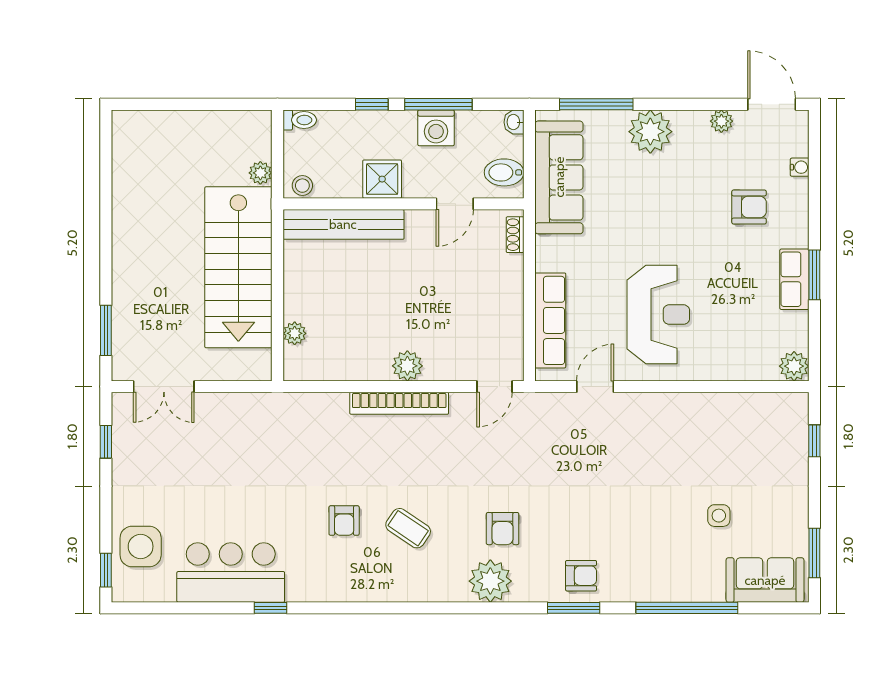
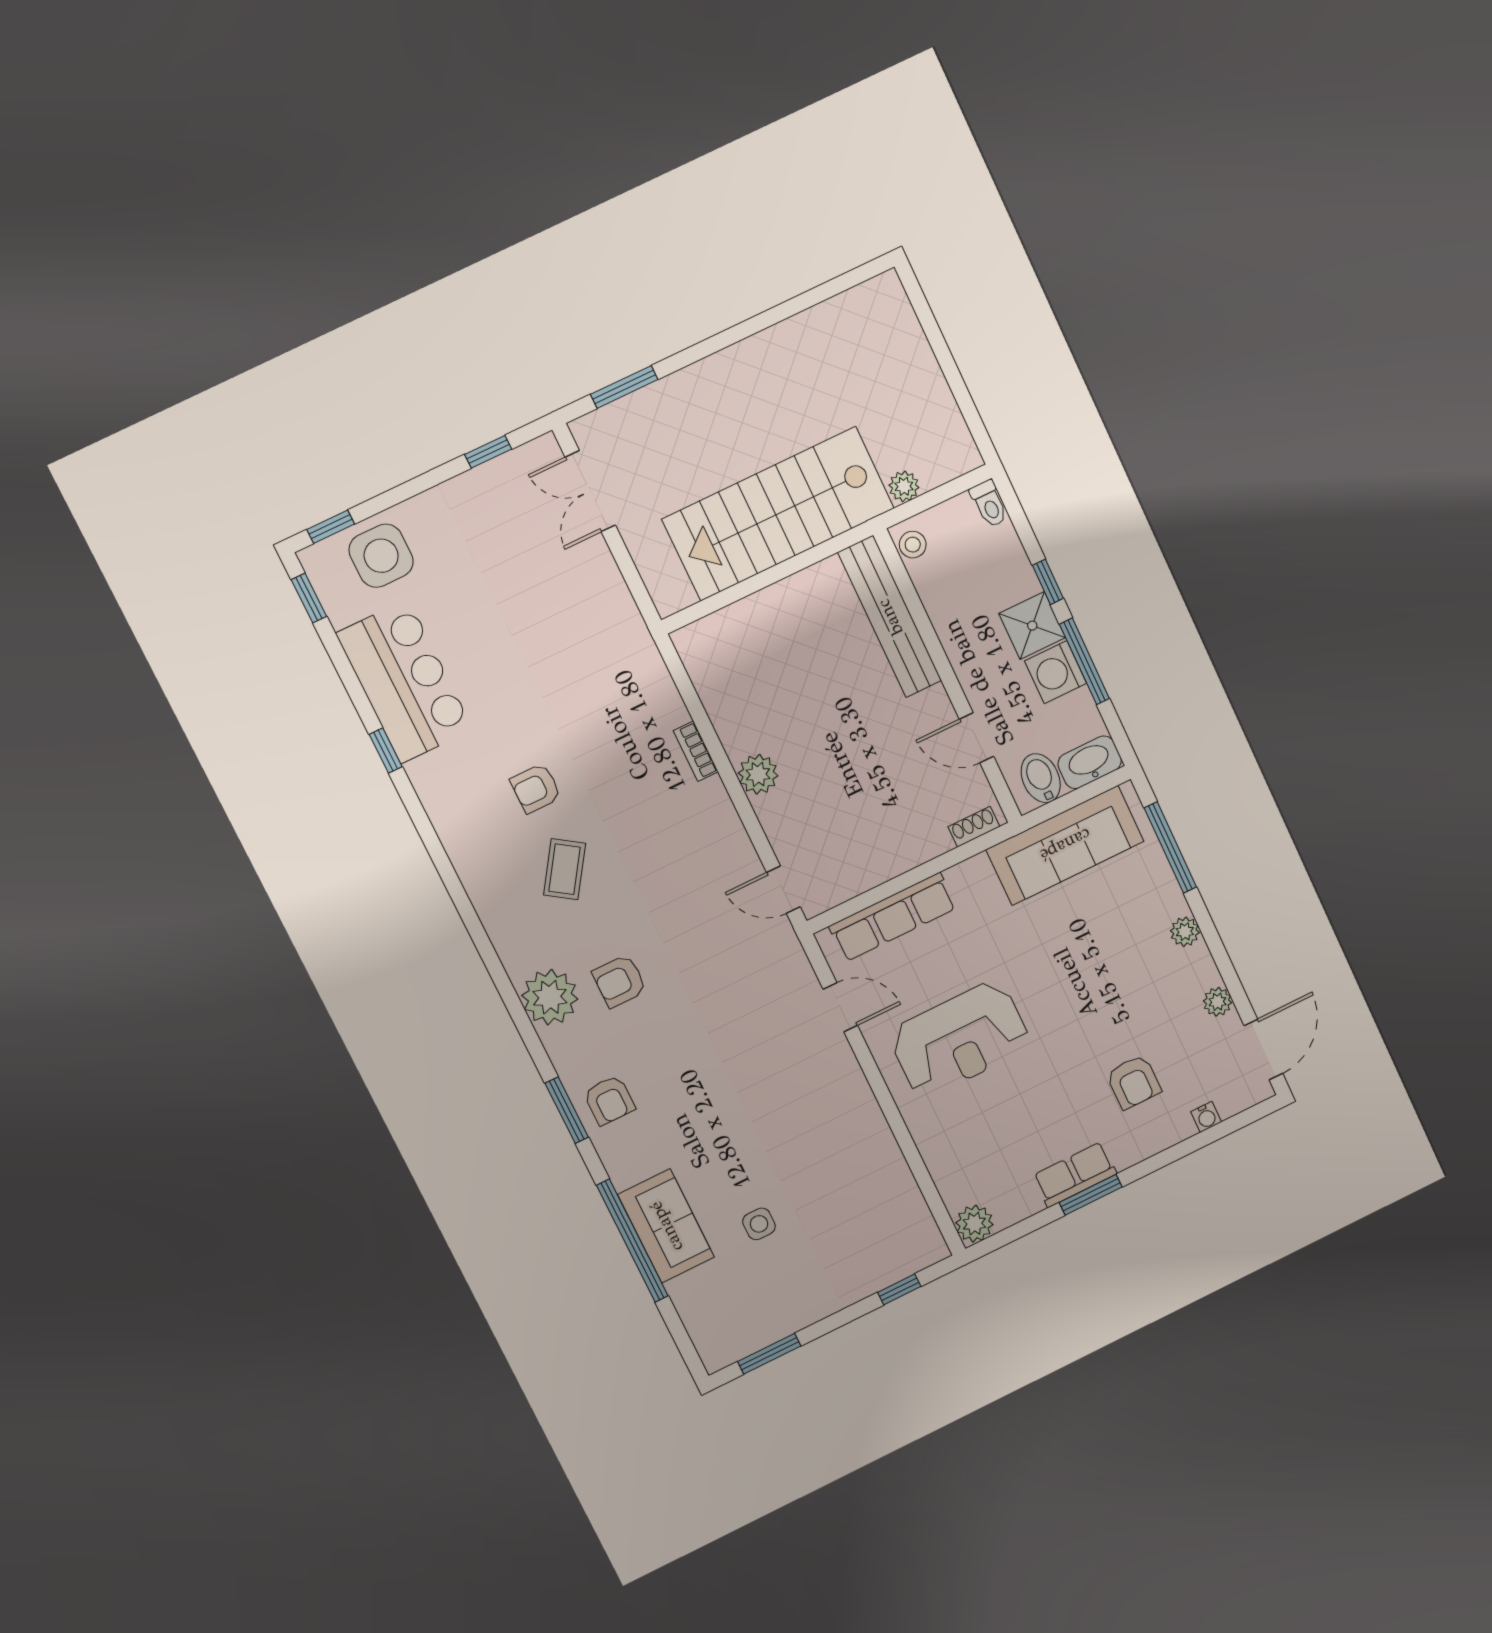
washbasin: (514, 122) -> (1090, 762), width x1.91, depth x1.45
plant: (650, 132) -> (1185, 932), width x0.53, depth x0.53
shower: (382, 179) -> (1032, 626), moved
plant: (295, 333) -> (732, 620), removed
bookcase: (399, 403) -> (696, 751), width x0.43, depth x0.76
sofa: (765, 580) -> (666, 1226), moved
window: (146, 608) -> (309, 598), added

